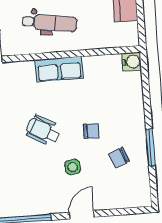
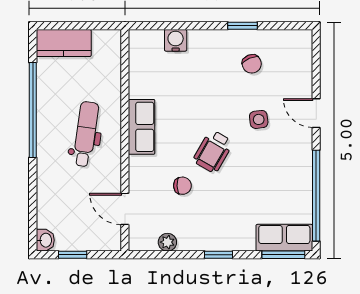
water cooler: (132, 62) -> (176, 40), moved
chair: (91, 131) -> (182, 186), moved, turned 87
window: (150, 147) -> (243, 26), width x0.67

